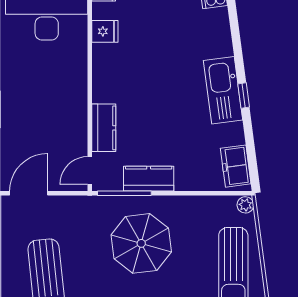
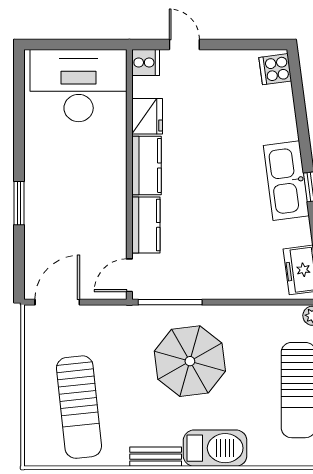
fridge: (105, 31) -> (147, 116), width x1.38
kitchen counter: (149, 179) -> (146, 165), moved, turned 90

